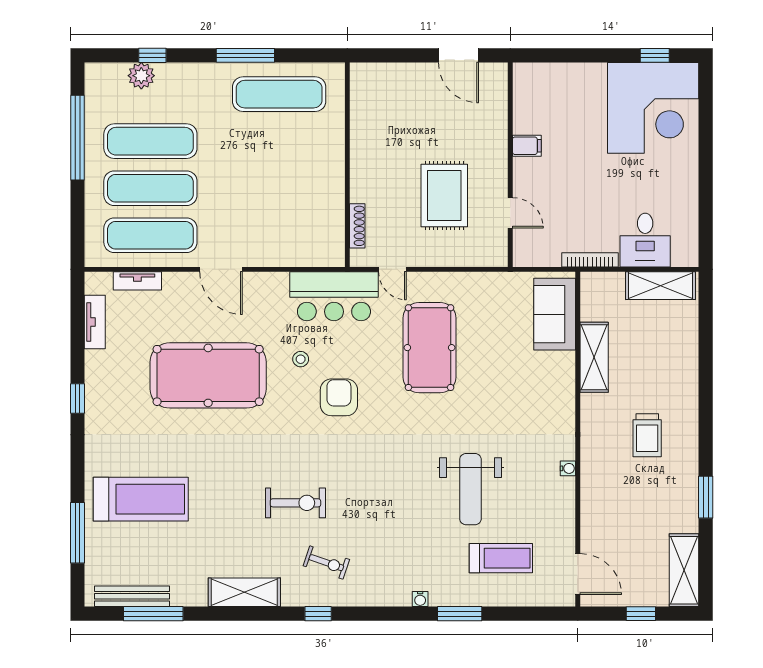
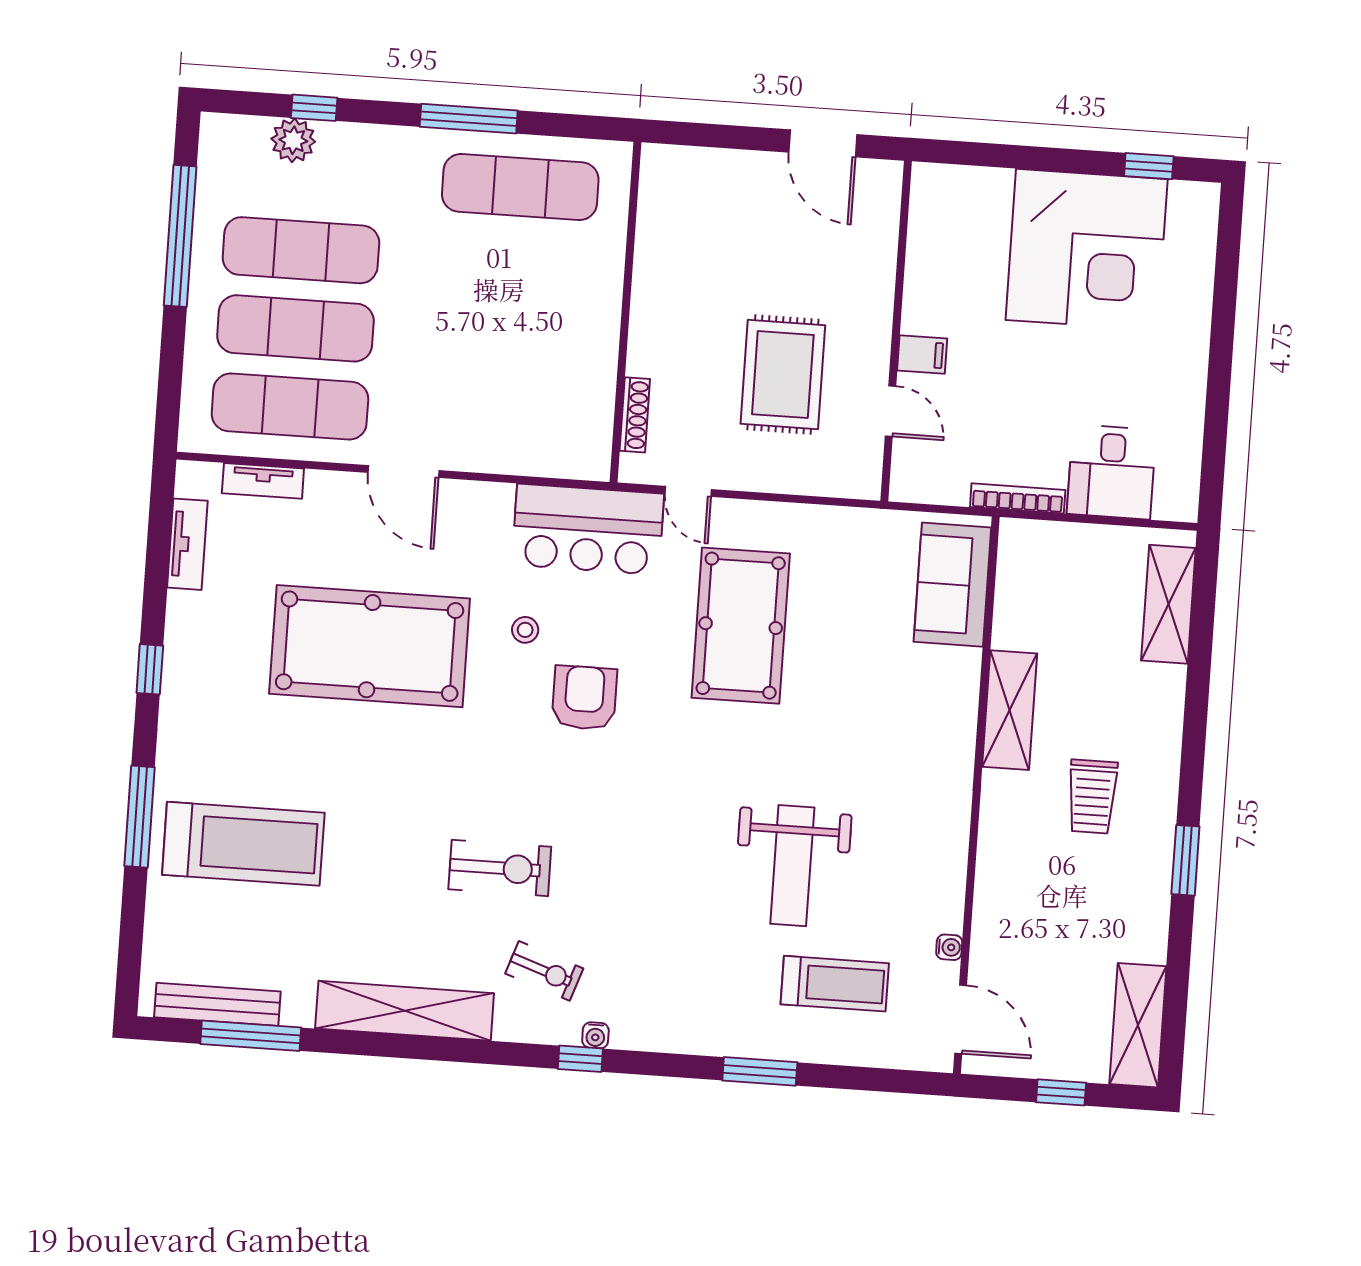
corner desk: (653, 108) -> (1087, 250), moved
filing cabinet: (527, 146) -> (922, 354), moved
shelving: (660, 286) -> (1168, 604), moved, turned 90
shelving: (594, 357) -> (1010, 710), moved
water cooler: (568, 468) -> (949, 947), moved
window: (706, 497) -> (1185, 860), moved
window: (78, 533) -> (140, 817), moved
shelving: (244, 592) -> (405, 1011), width x1.47
water cooler: (420, 599) -> (595, 1035), moved
window: (318, 614) -> (580, 1059), moved

